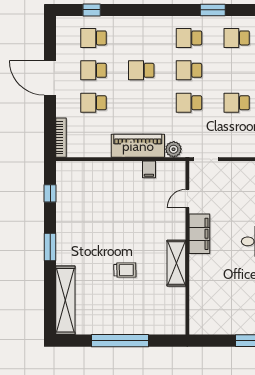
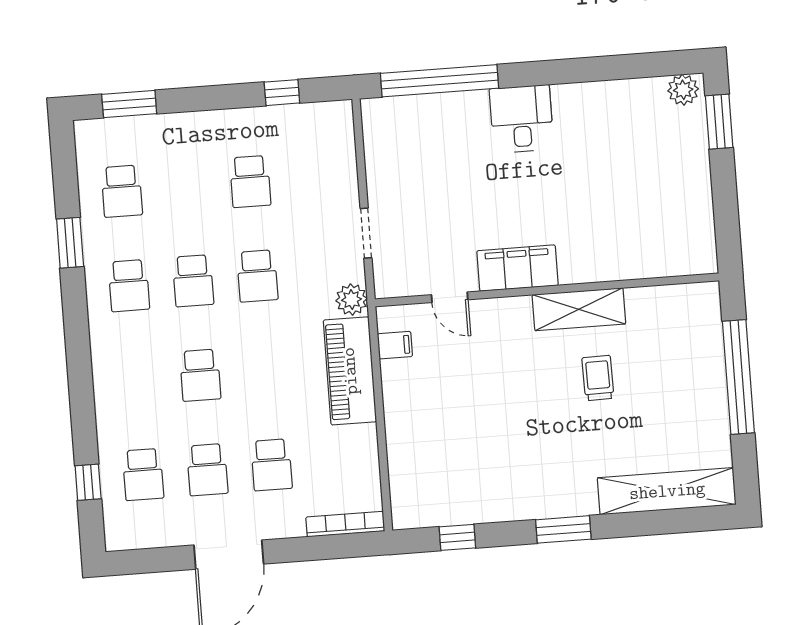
door: (187, 199) -> (450, 297), moved
filing cabinet: (199, 234) -> (518, 268), moved
wall: (187, 248) -> (547, 290), moved
shelving: (176, 263) -> (579, 309), moved

